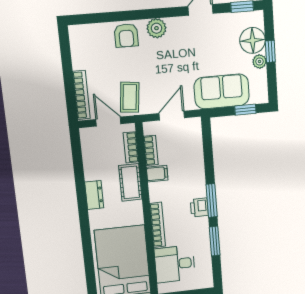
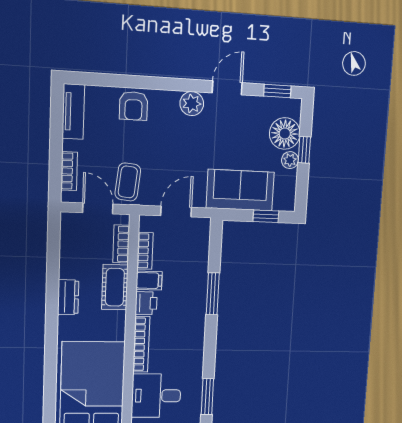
plant: (156, 28) -> (192, 104), moved
tv unit: (78, 47) -> (73, 112), added
bookcase: (81, 95) -> (69, 171), width x0.64
window: (212, 200) -> (213, 294), moved
printer: (199, 207) -> (146, 303), moved, turned 180
window: (215, 241) -> (207, 397), moved

